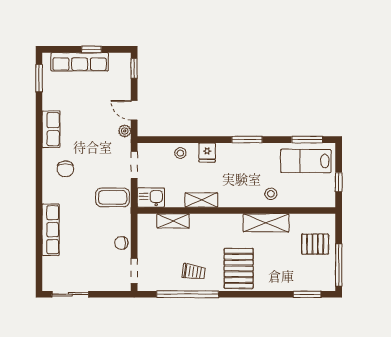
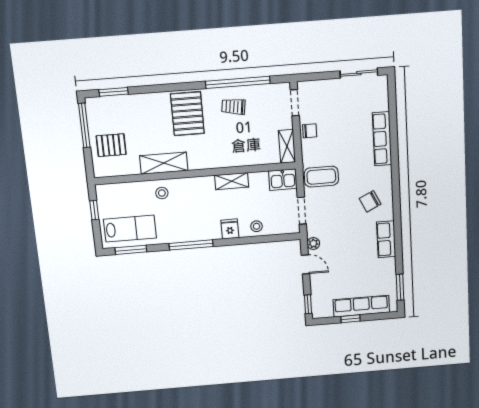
window: (247, 140) -> (191, 245), width x1.44
chair: (65, 169) -> (370, 201), turned -116
shelving: (173, 221) -> (287, 146), moved, turned 90

